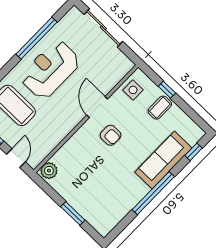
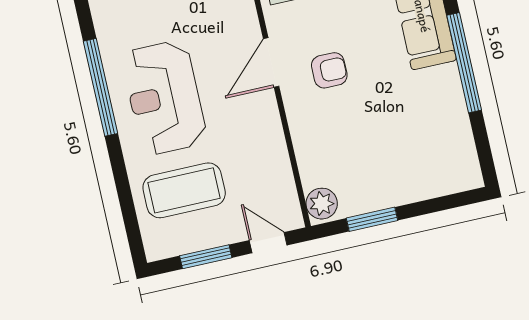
door: (97, 107) -> (271, 62), hinge flipped
window: (73, 213) -> (372, 219), moved

